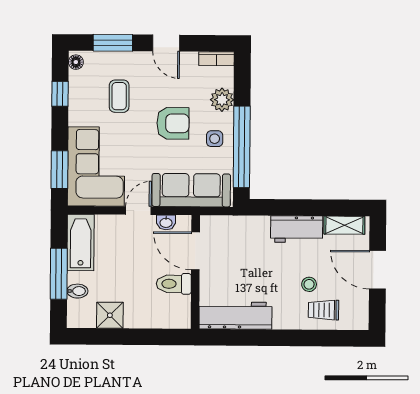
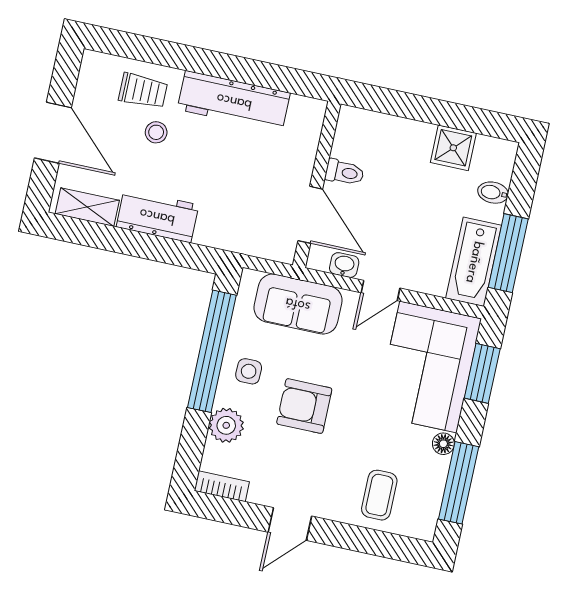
window: (113, 43) -> (367, 541), removed
door: (166, 43) -> (290, 524), swing flipped
floor lamp: (76, 62) -> (443, 444), moved
window: (60, 94) -> (459, 483), width x2.17
coffee table: (119, 96) -> (379, 495), moved
sofa: (191, 190) -> (298, 304), width x0.73
window: (59, 274) -> (508, 253), moved
toilet: (174, 284) -> (345, 172), width x0.73, depth x0.72
workbench: (235, 316) -> (234, 101), moved

